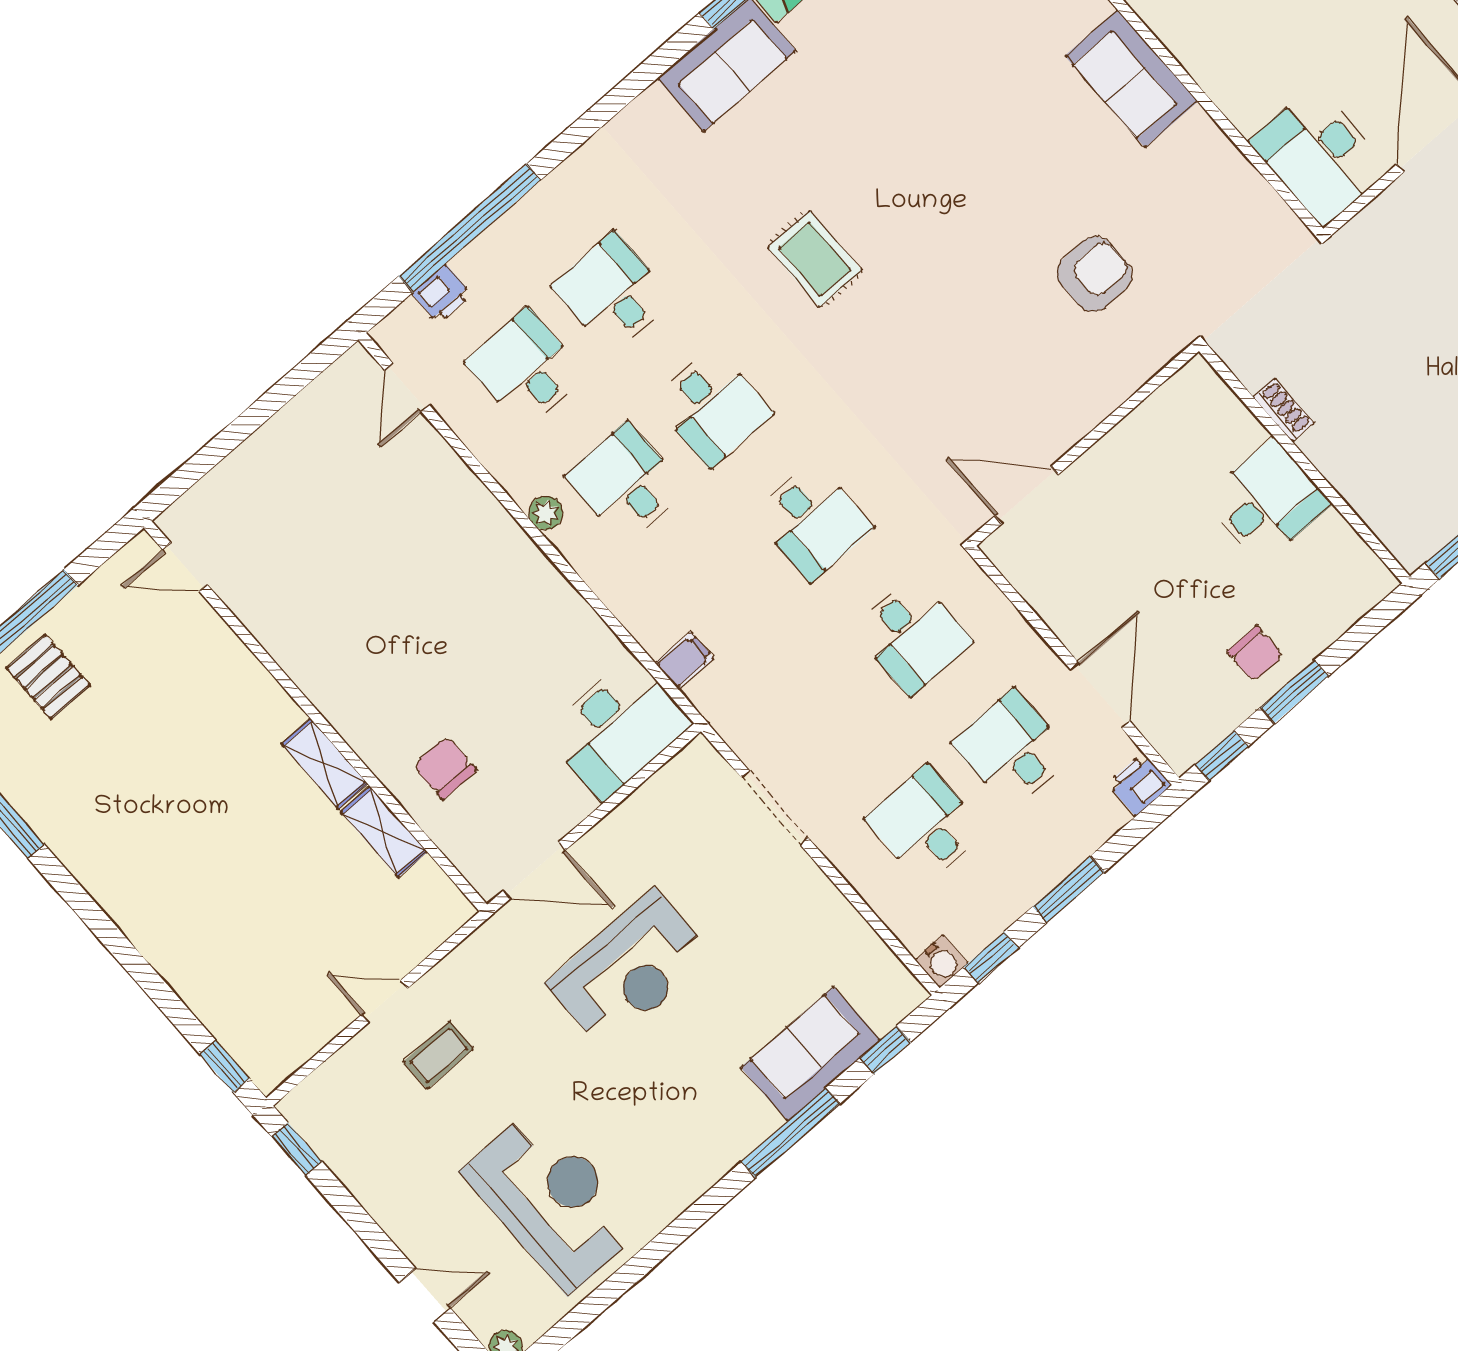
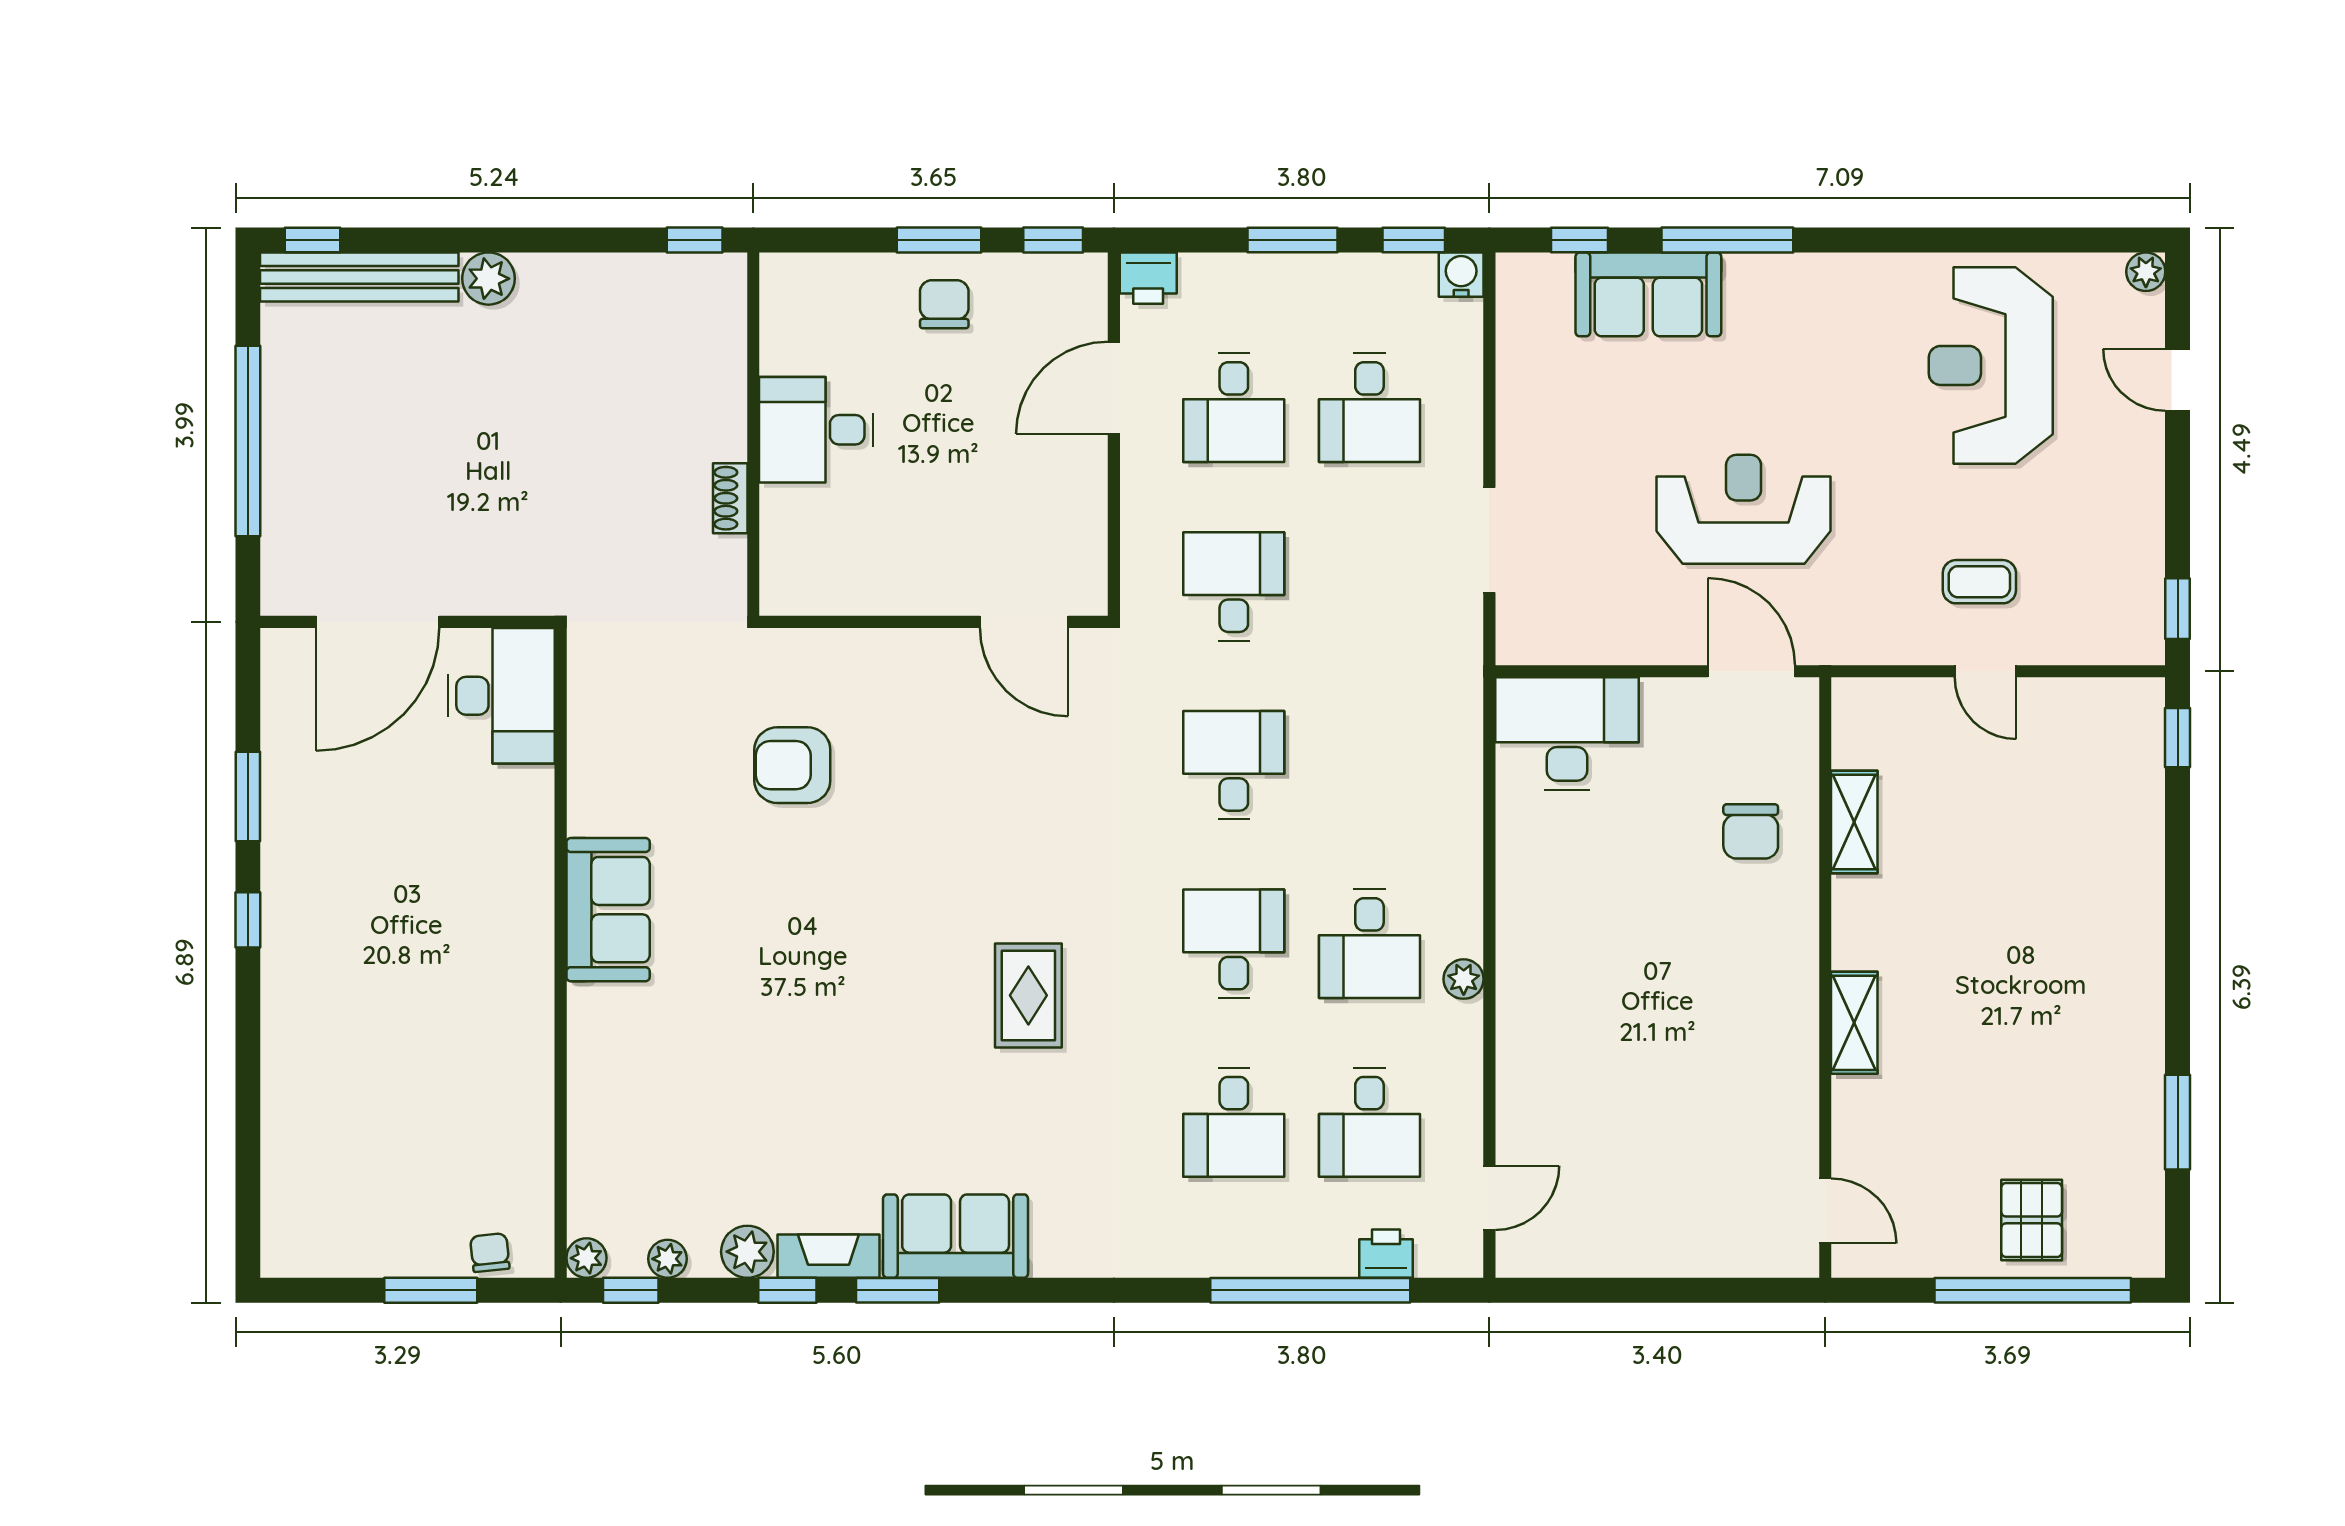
filing cabinet: (685, 661) -> (1455, 741), removed
shelving: (324, 764) -> (1854, 1023), moved

